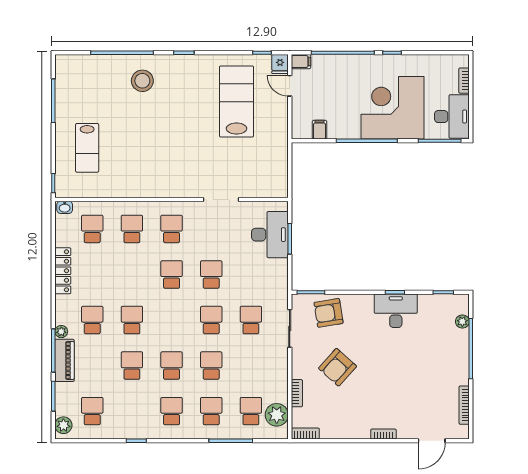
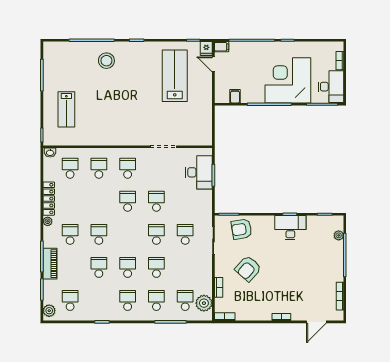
plant: (61, 332) -> (48, 221), moved

